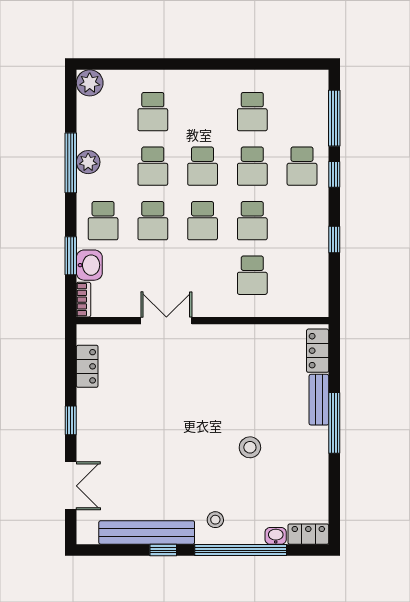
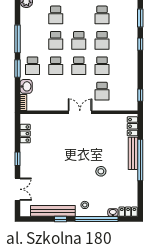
window: (334, 118) -> (140, 18), width x0.69
plant: (88, 162) -> (26, 38), removed
school desk: (302, 166) -> (125, 40), removed
window: (334, 239) -> (140, 95), moved
window: (71, 256) -> (17, 68), moved
double door: (166, 321) -> (80, 112), moved
bench: (319, 400) -> (133, 153), width x1.36
window: (334, 423) -> (140, 160), width x1.46

